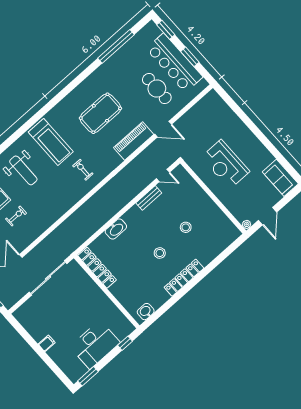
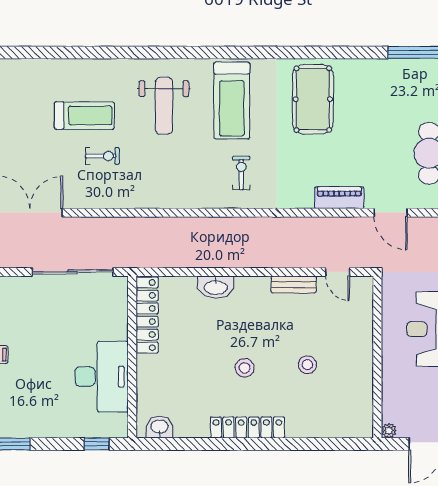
pool table: (100, 113) -> (313, 99), moved, turned 90
piano: (134, 141) -> (339, 198), width x0.73, depth x0.75
desk: (95, 345) -> (102, 377), moved, turned -90

